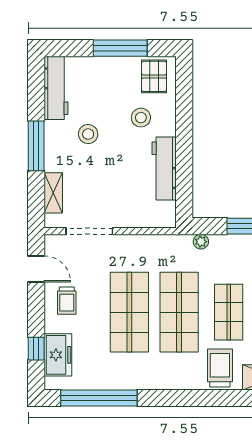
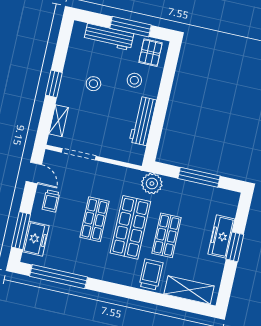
workbench: (56, 88) -> (109, 37), moved, turned 90
window: (36, 146) -> (54, 84), width x0.69
plant: (201, 242) -> (152, 184), width x1.87, depth x1.87
shop shelf: (129, 312) -> (94, 219), width x0.70, depth x0.74
window: (36, 349) -> (21, 231), width x2.17

